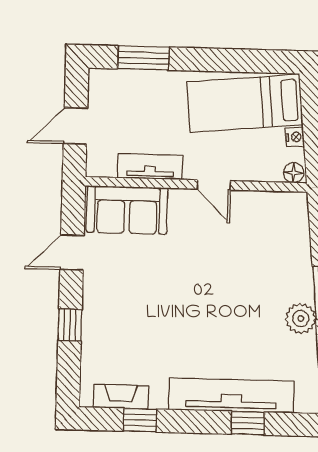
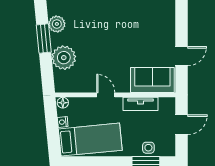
side table: (138, 85) -> (148, 148), added
plant: (290, 256) -> (64, 58), added
window: (70, 325) -> (182, 17), removed

